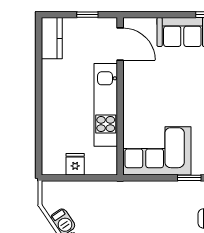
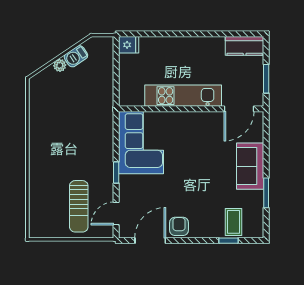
window: (87, 15) -> (266, 79), width x1.50
fridge: (75, 164) -> (129, 45), moved

